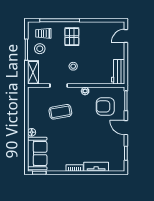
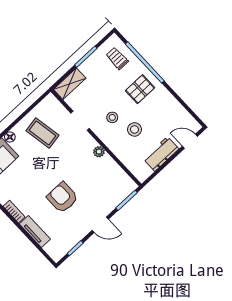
stool: (40, 49) -> (134, 129), moved
workbench: (118, 72) -> (161, 154), moved
armchair: (105, 106) -> (62, 198), moved
coffee table: (60, 112) -> (43, 133), moved
door: (126, 128) -> (100, 225), swing flipped

